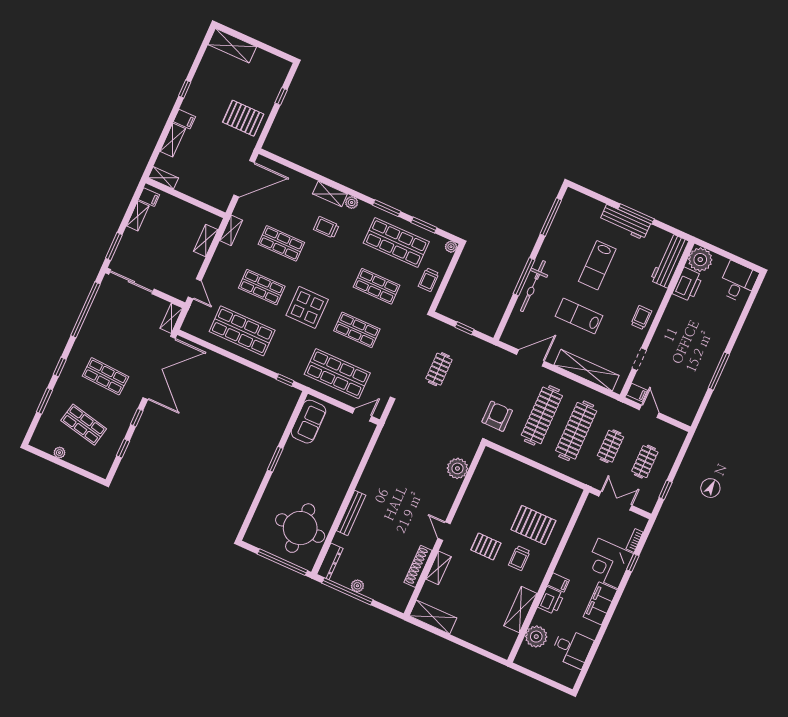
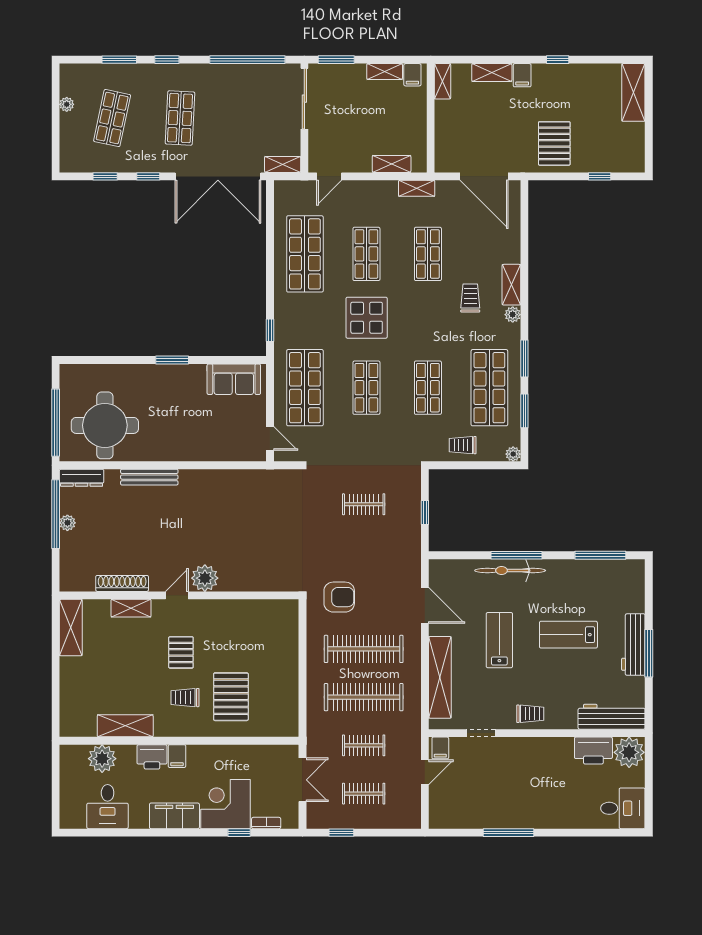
plant: (457, 468) -> (205, 578), moved

